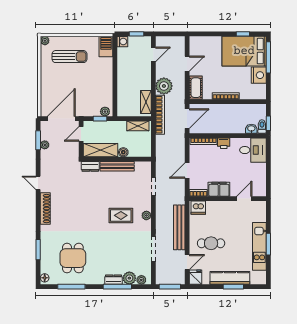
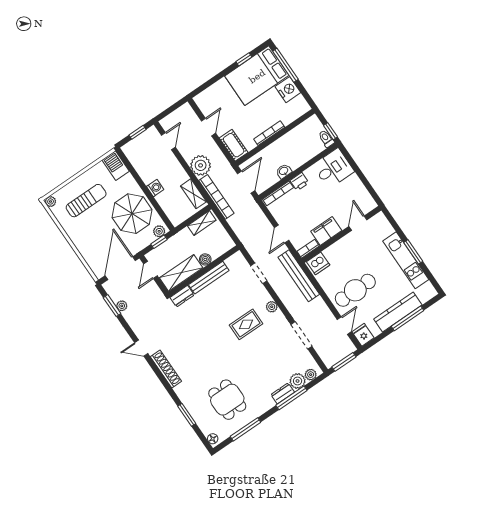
washing machine: (122, 42) -> (155, 188), moved
parasol: (95, 87) -> (132, 214), added
washbasin: (251, 129) -> (284, 171), moved
bench: (179, 227) -> (299, 276), moved
cafe table: (211, 243) -> (355, 290), width x1.37, depth x1.35
window: (233, 287) -> (407, 318), width x1.44

